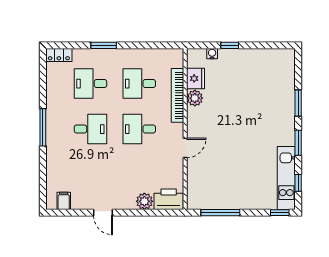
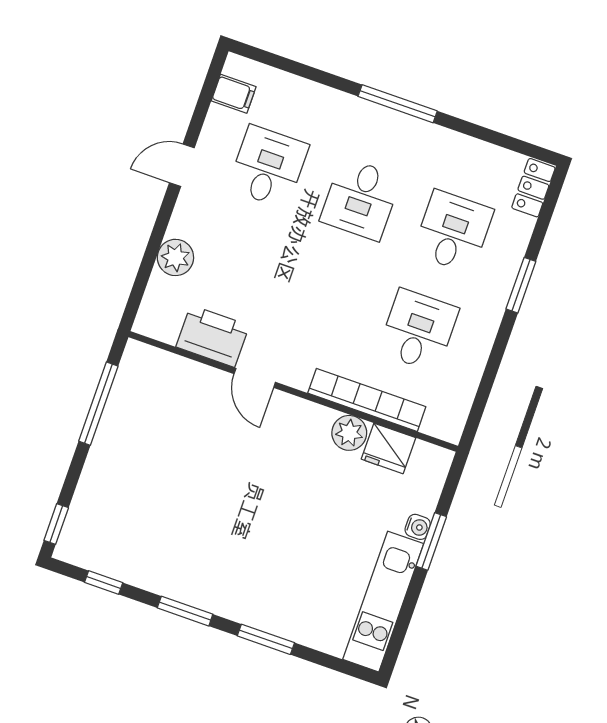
window: (230, 45) -> (431, 541), width x1.50
water cooler: (212, 54) -> (418, 527), moved
desk: (139, 129) -> (268, 167), moved
kitchen unit: (286, 178) -> (383, 602), moved, turned -90
printer: (169, 199) -> (213, 336), moved, turned -90

